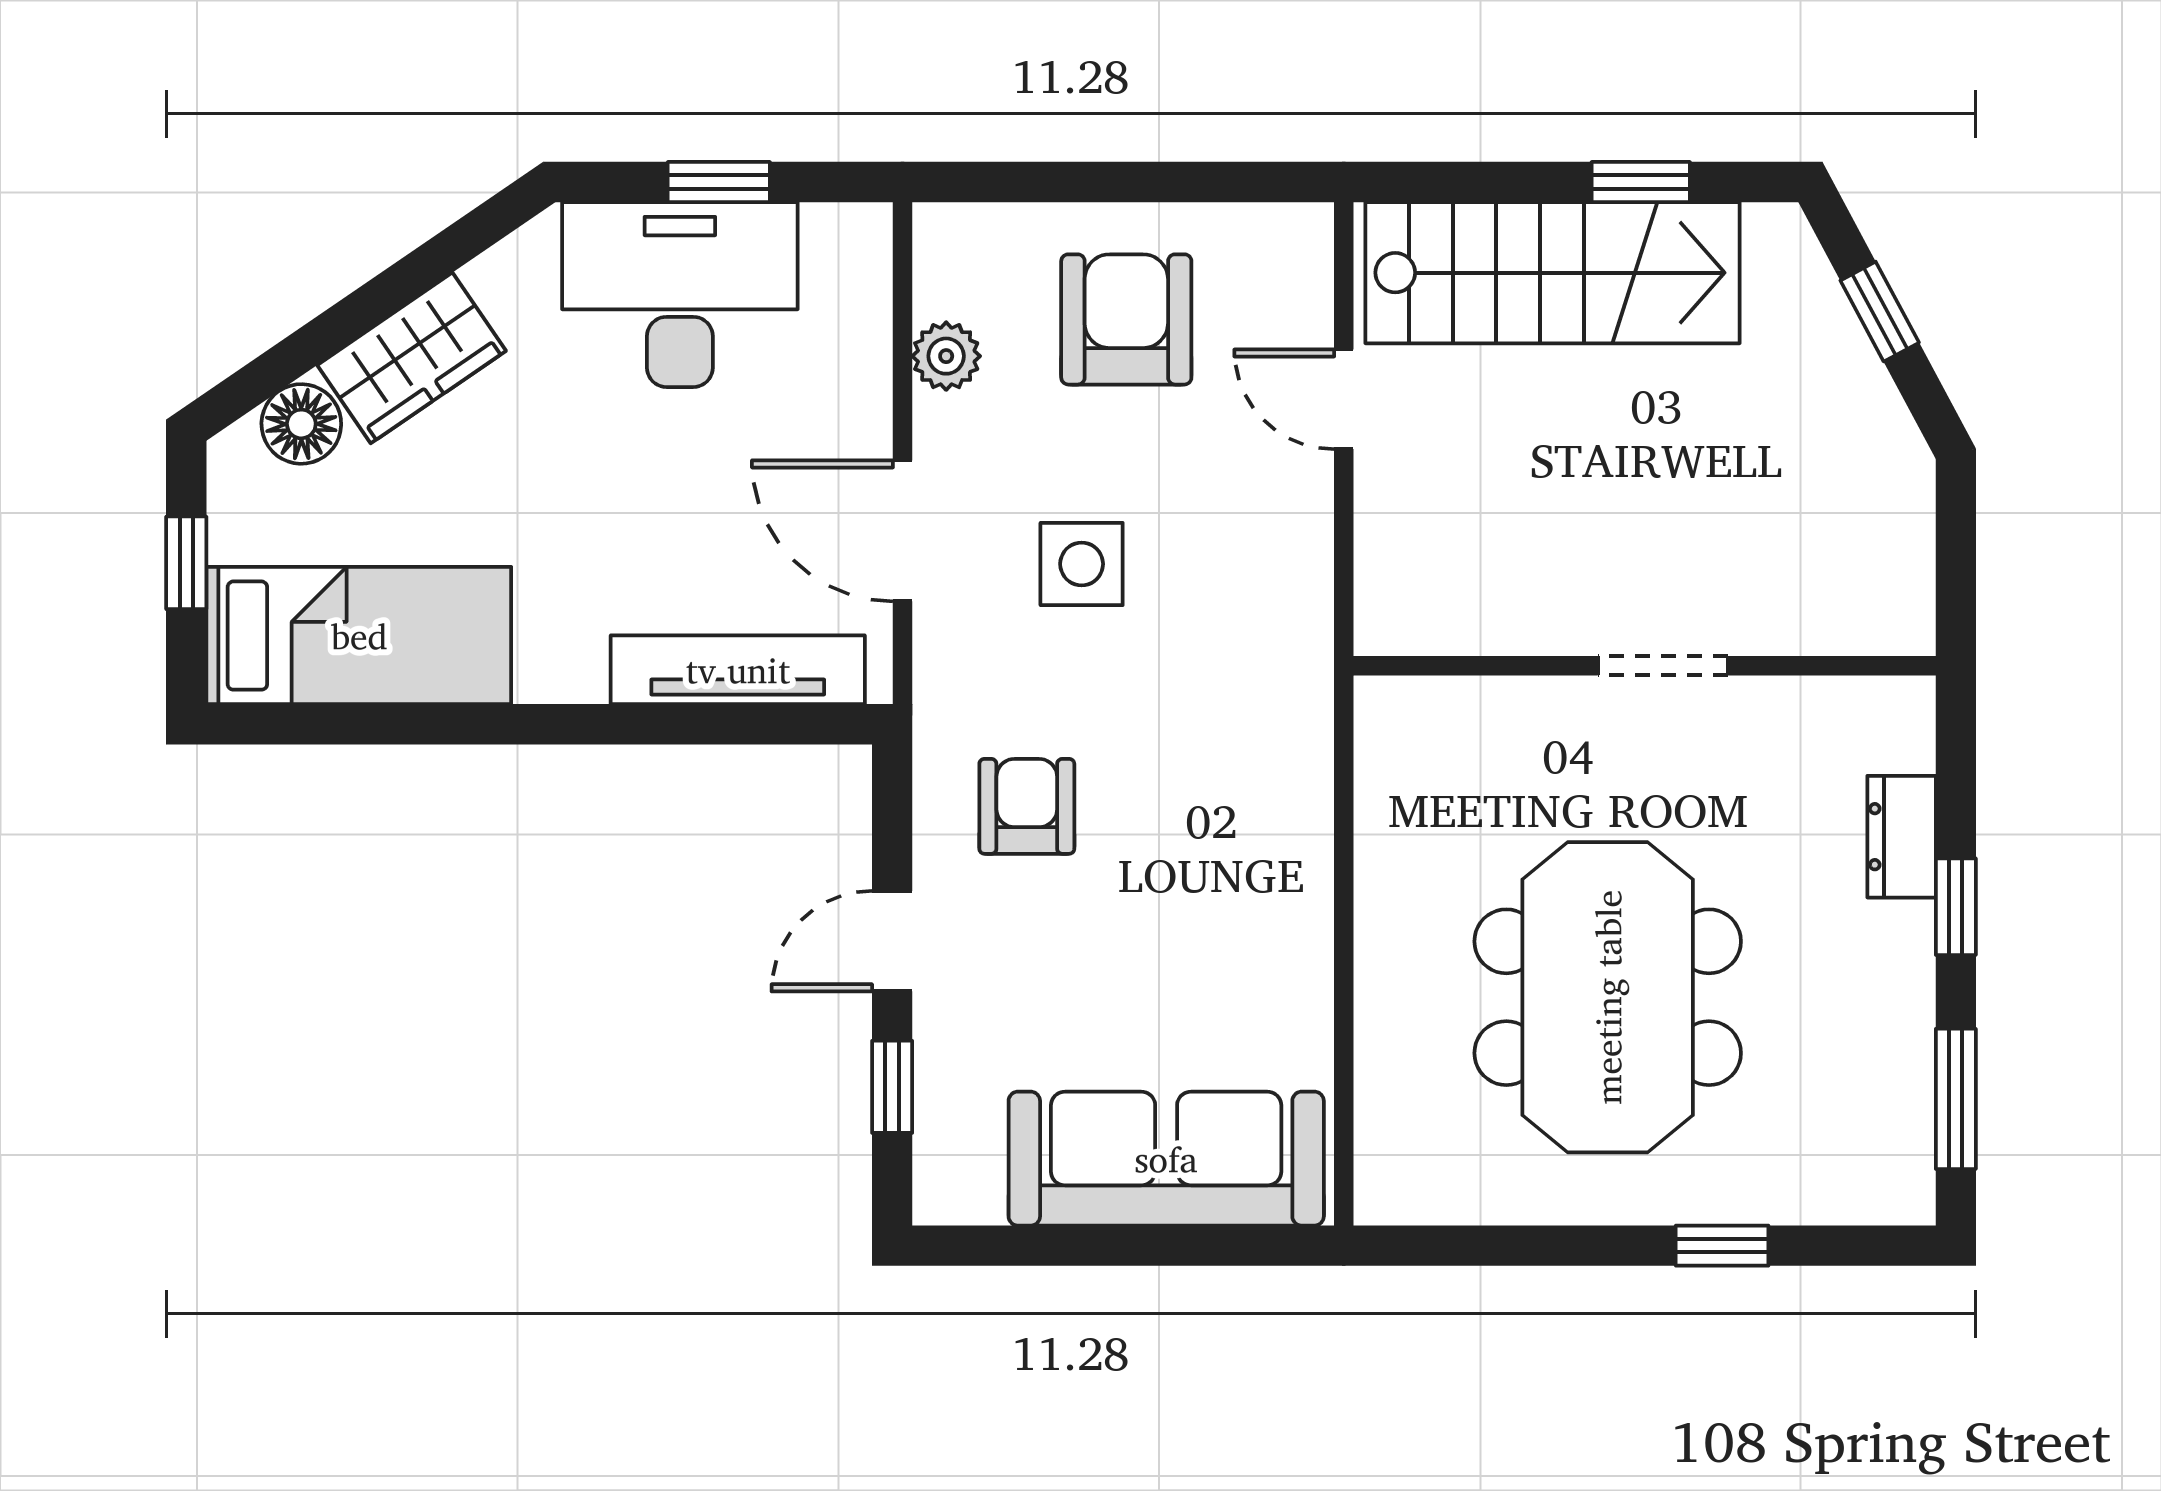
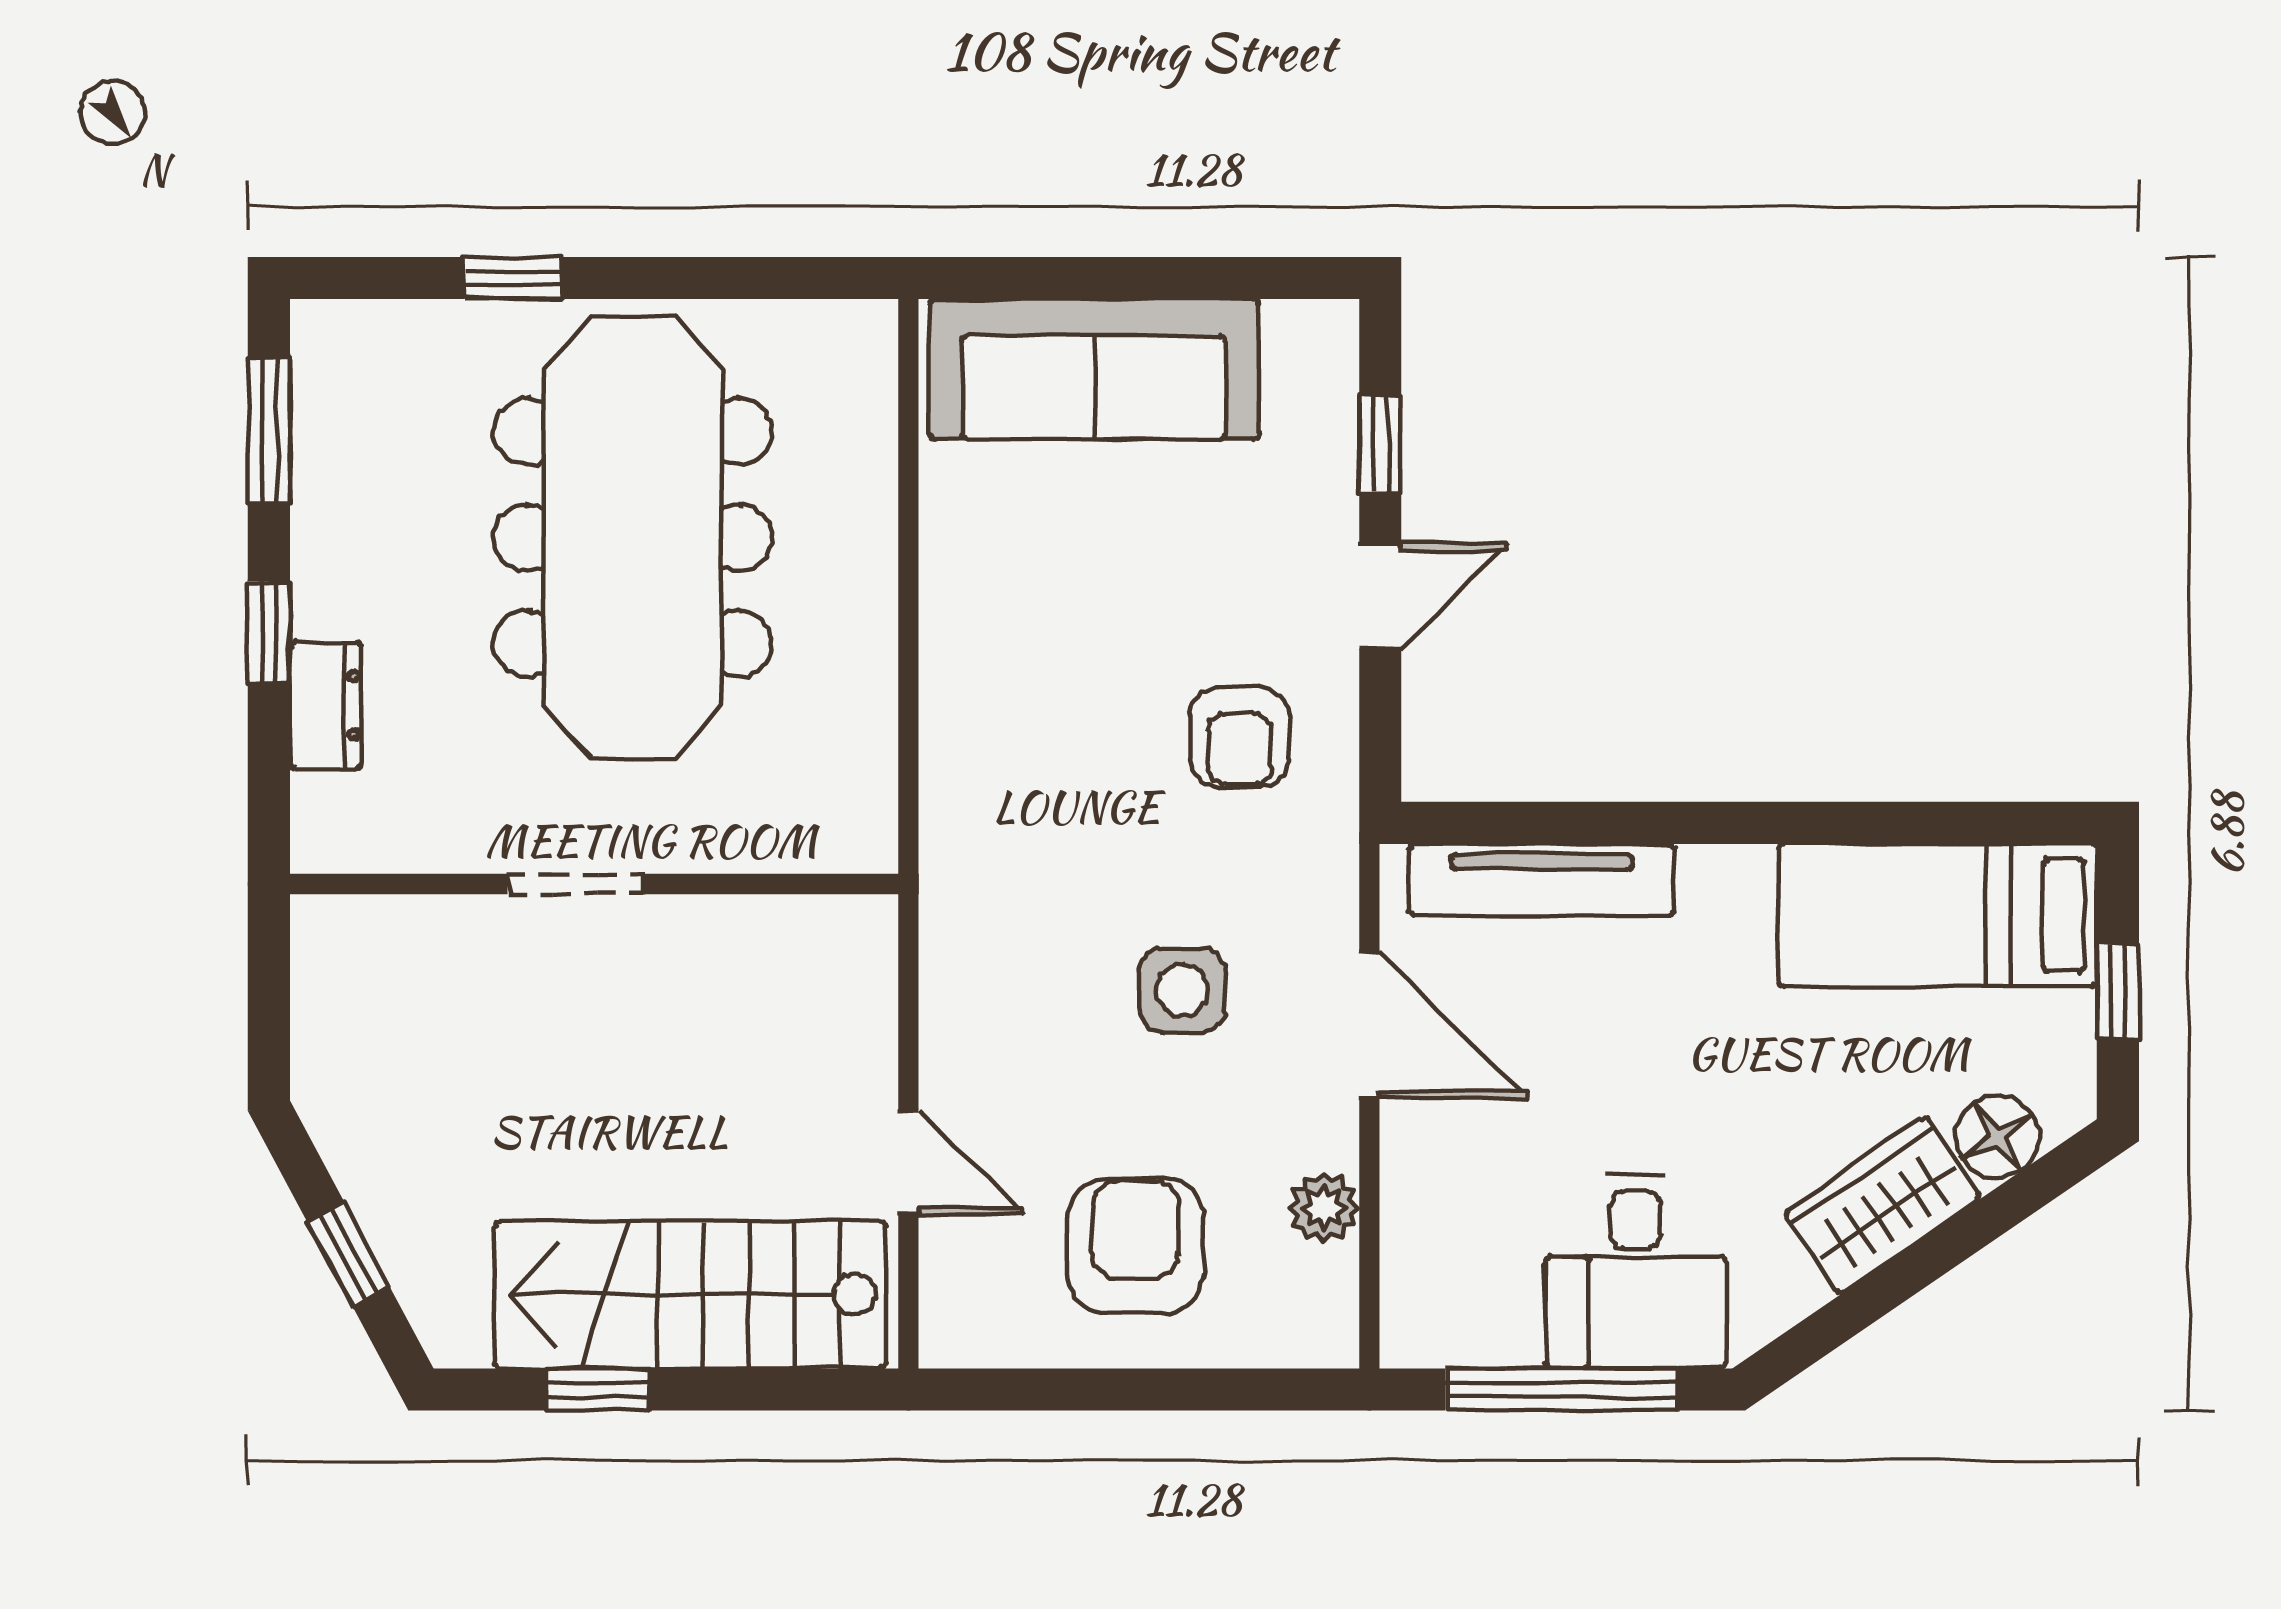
window: (719, 182) -> (1561, 1389), width x2.17
desk: (680, 295) -> (1635, 1272), width x0.73
armchair: (1126, 319) -> (1136, 1246), turned 180
meeting table: (1608, 997) -> (633, 538), width x1.36

